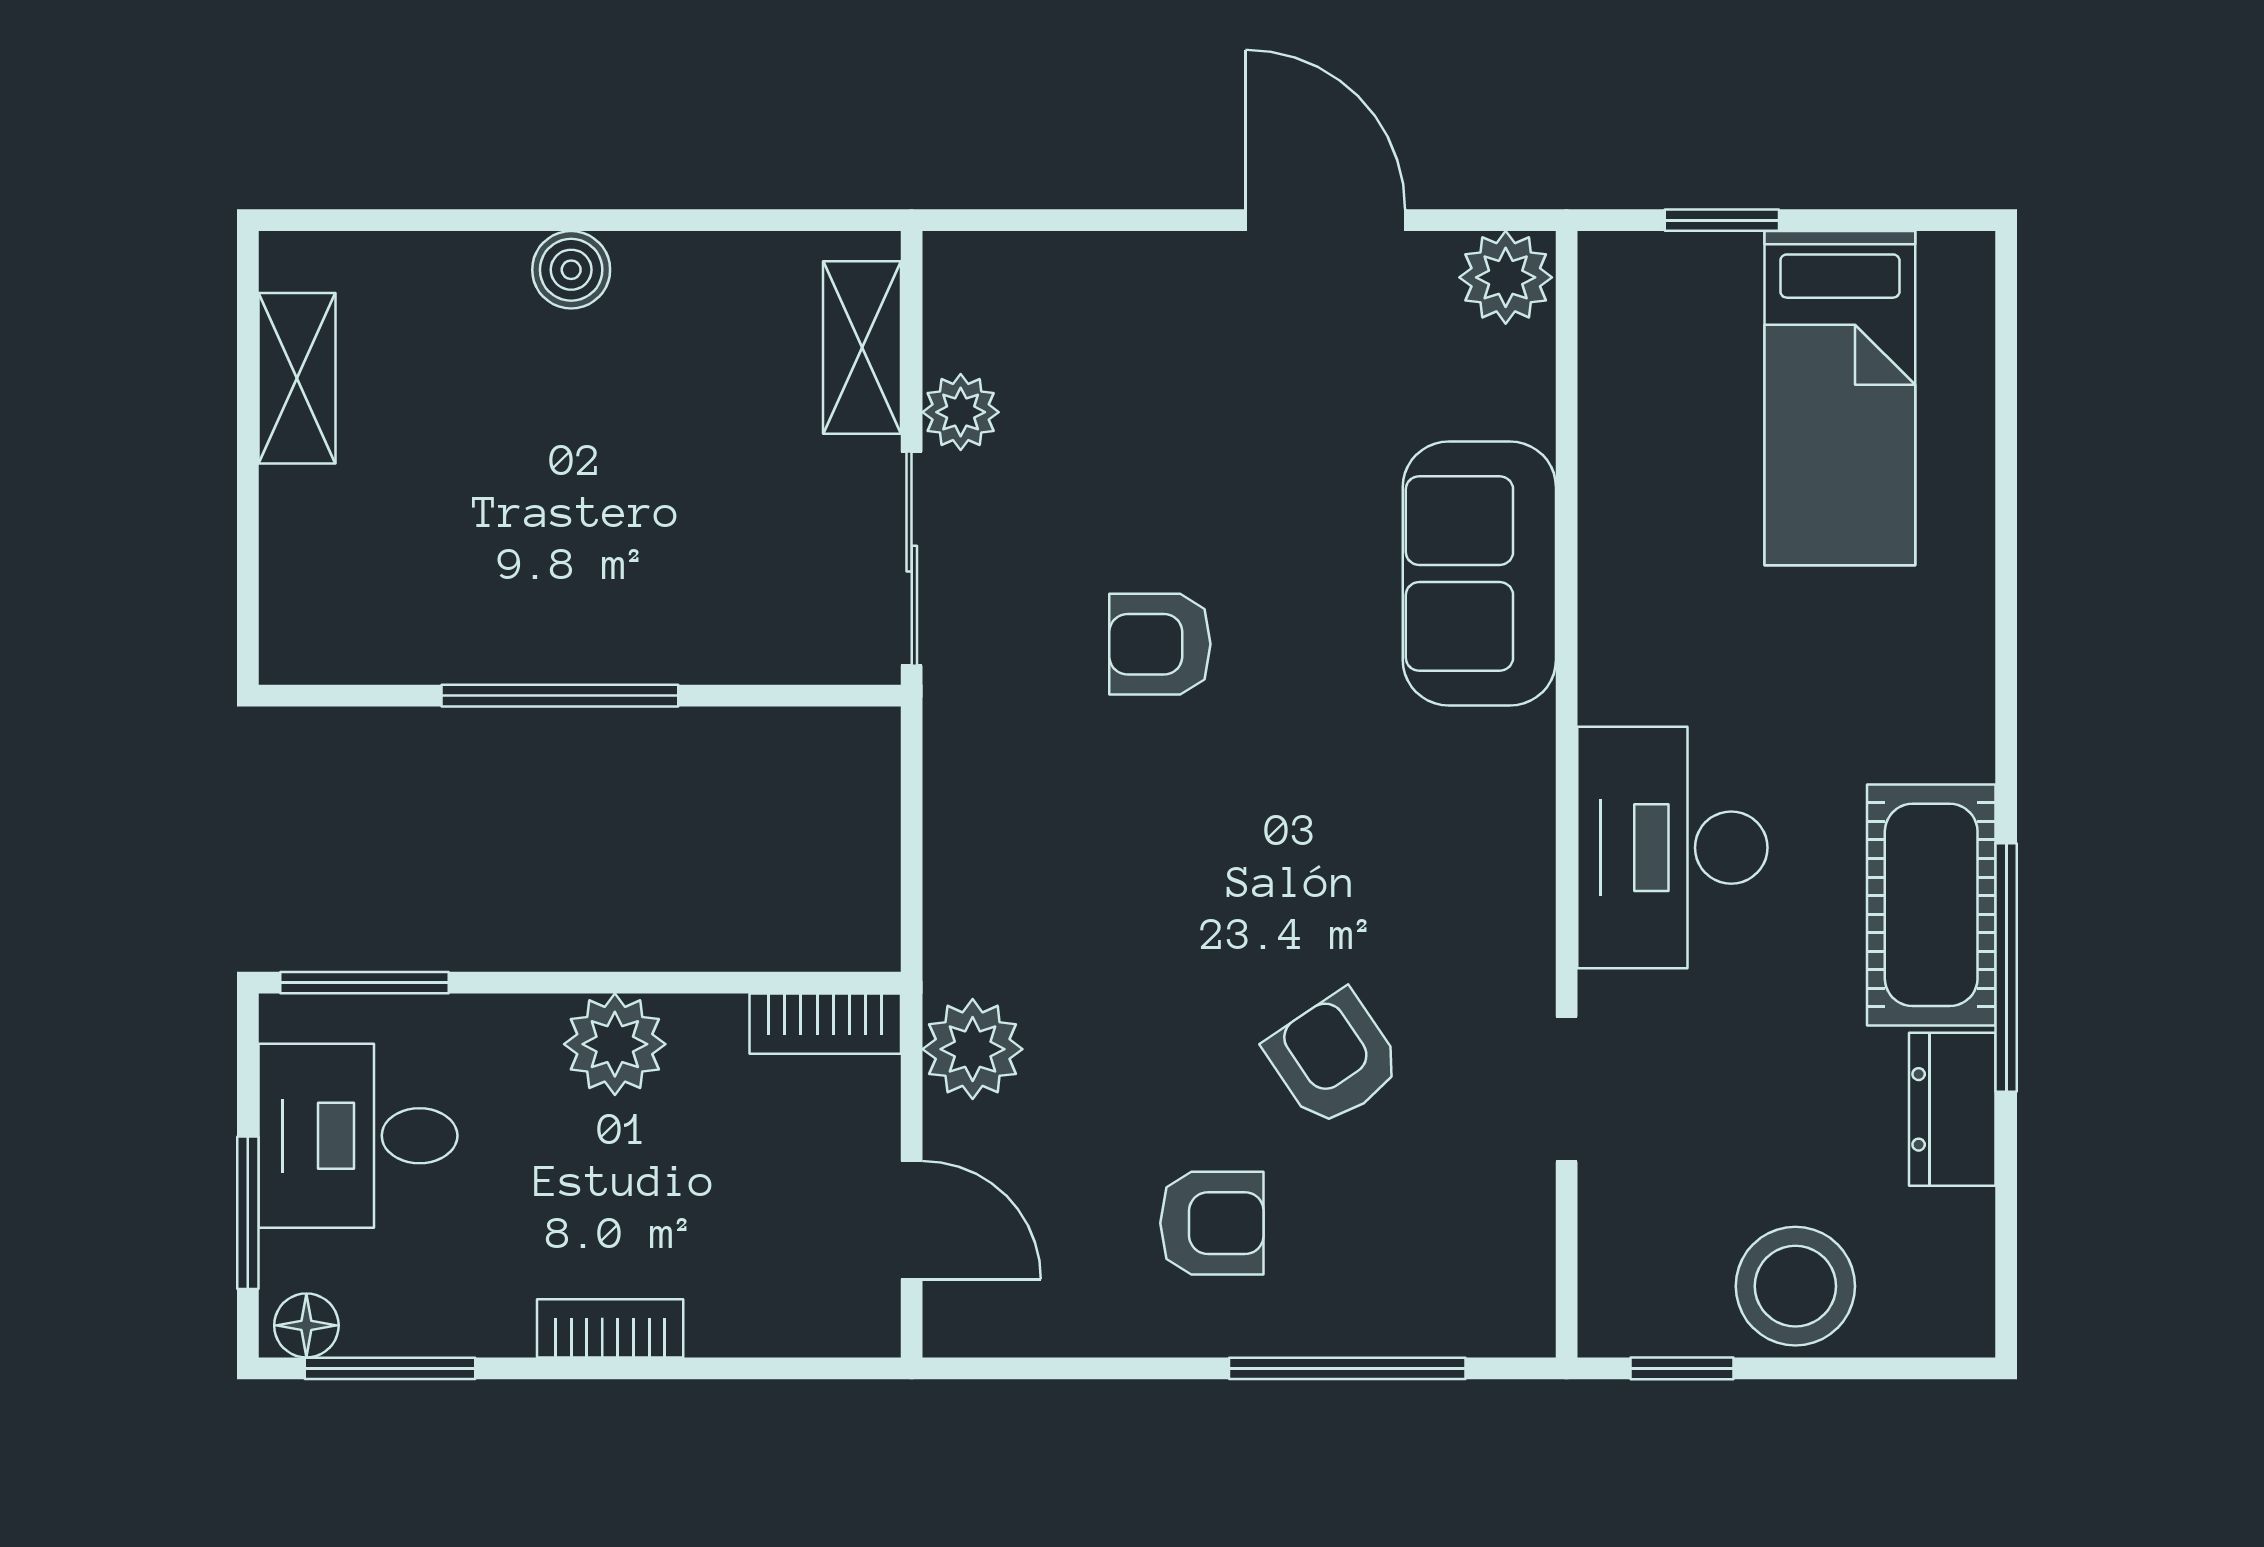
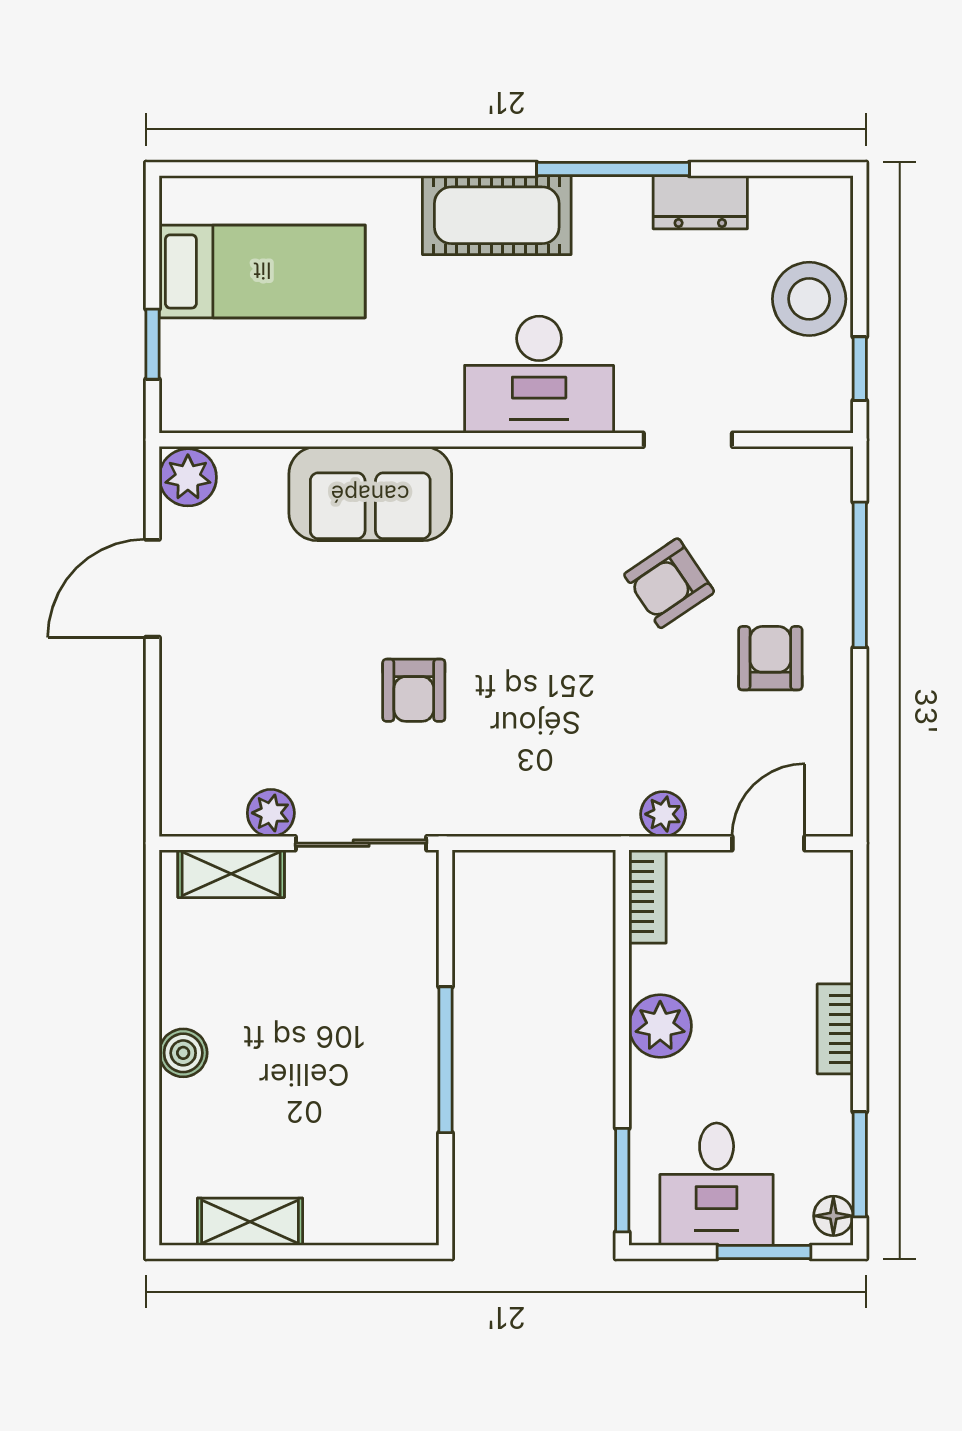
cot: (1931, 905) -> (497, 215), moved
plant: (973, 1049) -> (663, 814), width x0.73, depth x0.73

